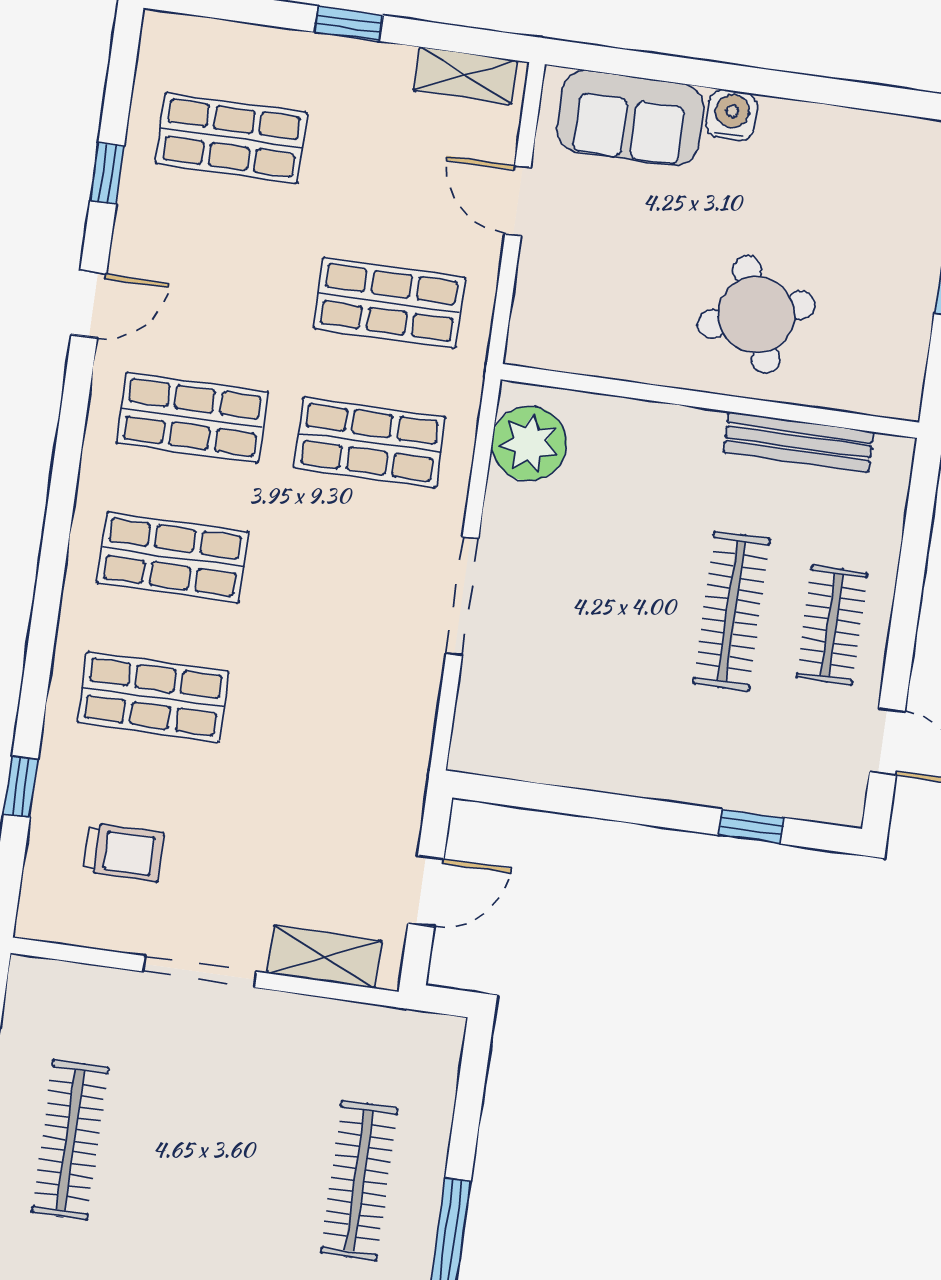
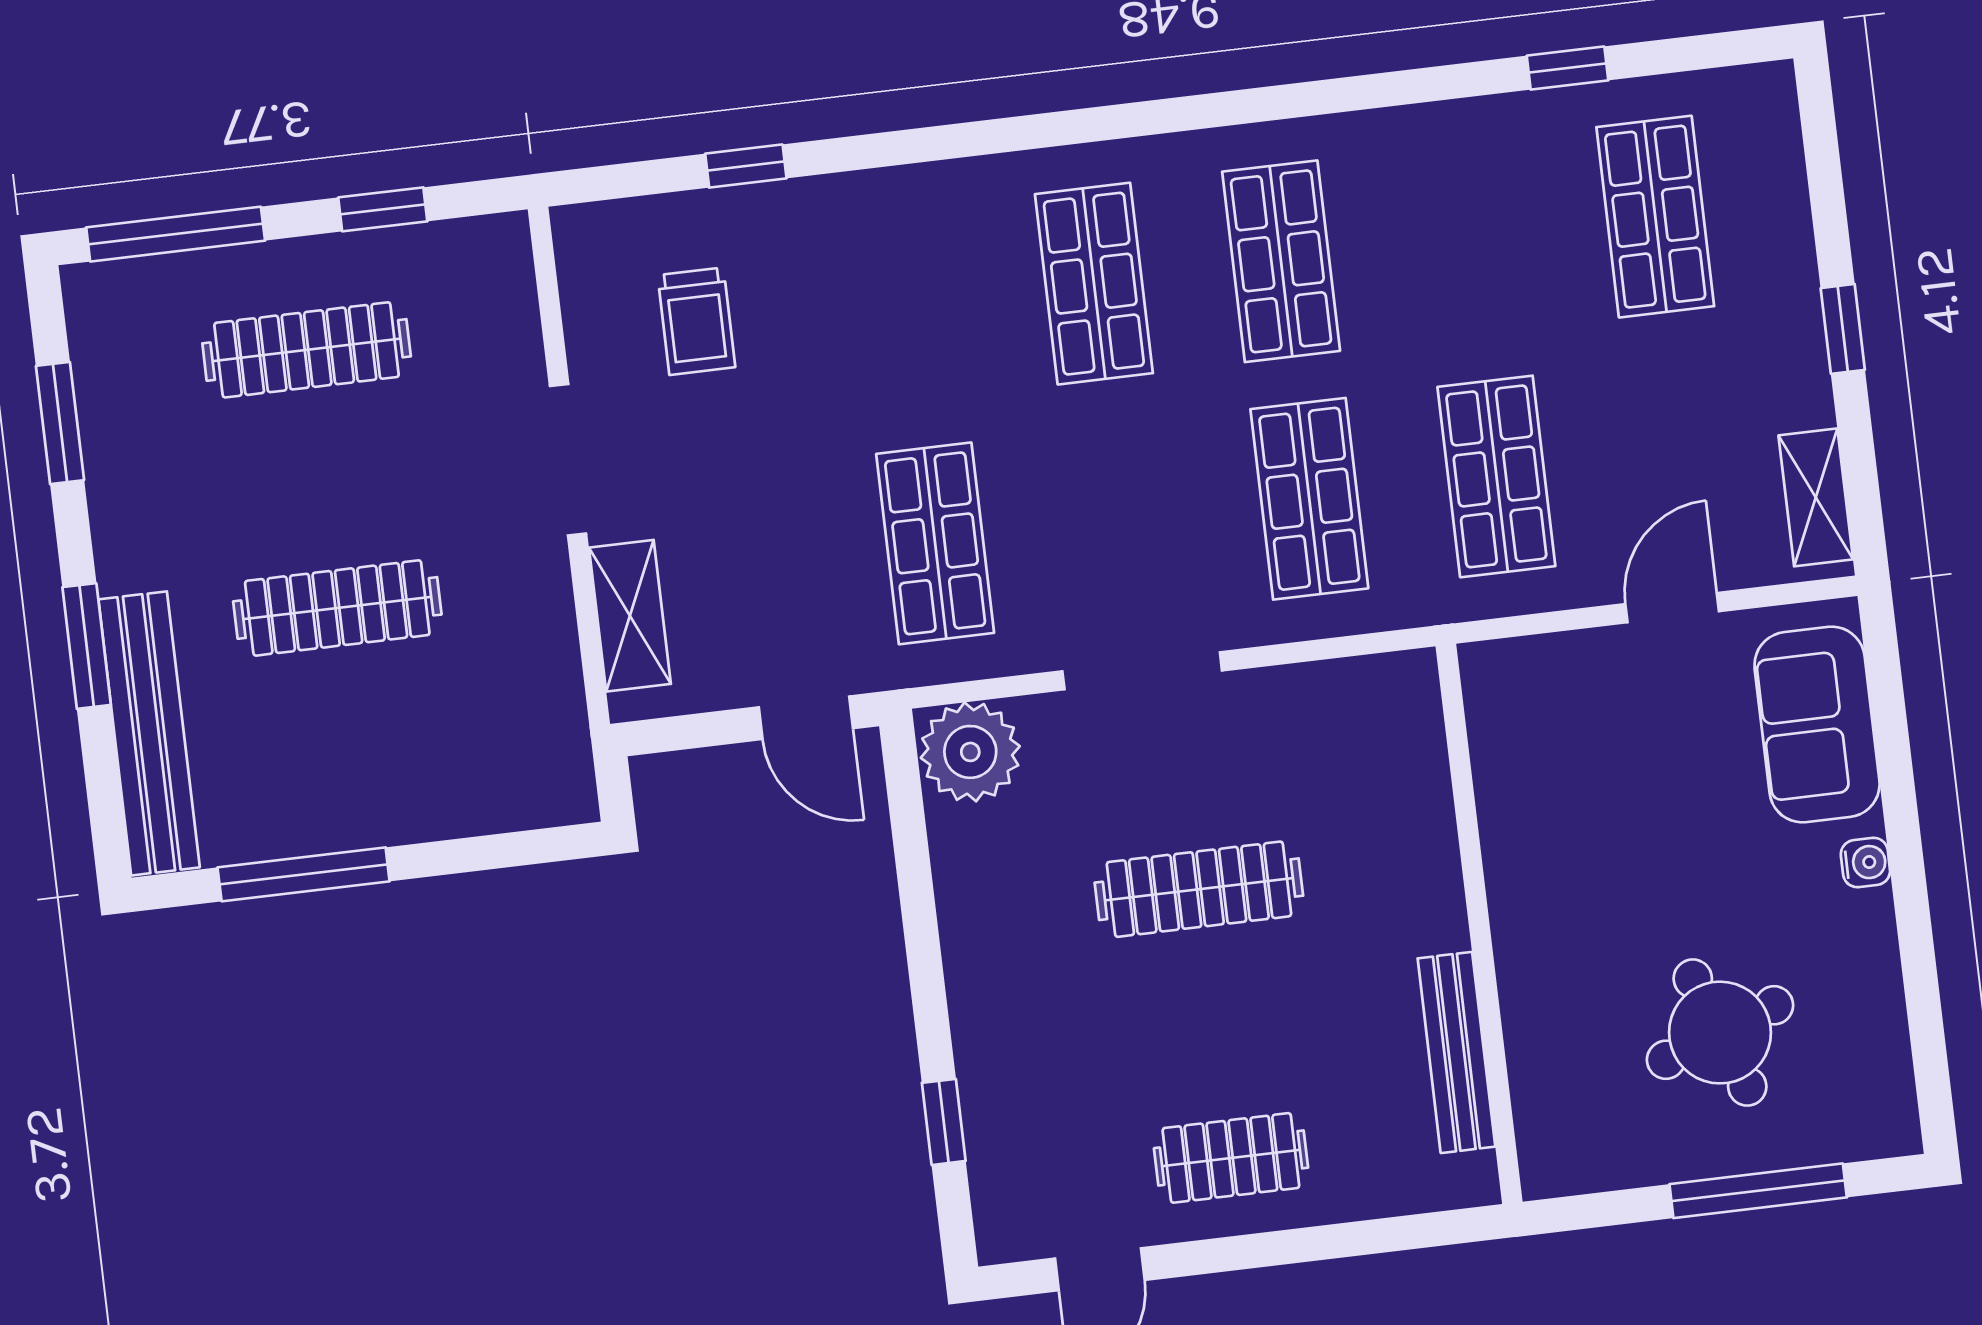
water cooler: (732, 115) -> (1865, 862), width x0.72, depth x0.72
door: (89, 304) -> (1392, 89), removed
round table: (756, 315) -> (1720, 1033), moved
plant: (529, 444) -> (970, 752), moved
clothes rail: (732, 611) -> (1199, 889), moved
shop shelf: (153, 697) -> (935, 543), moved
door: (426, 891) -> (806, 718), moved
clothes rail: (359, 1181) -> (337, 608), moved

